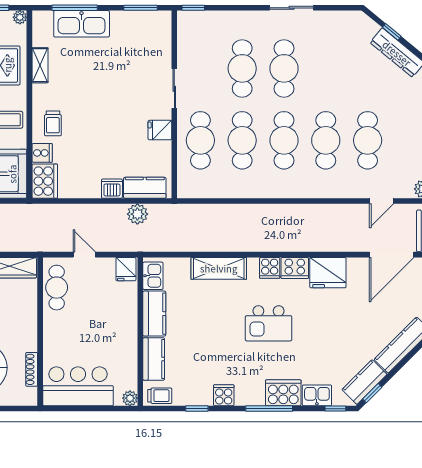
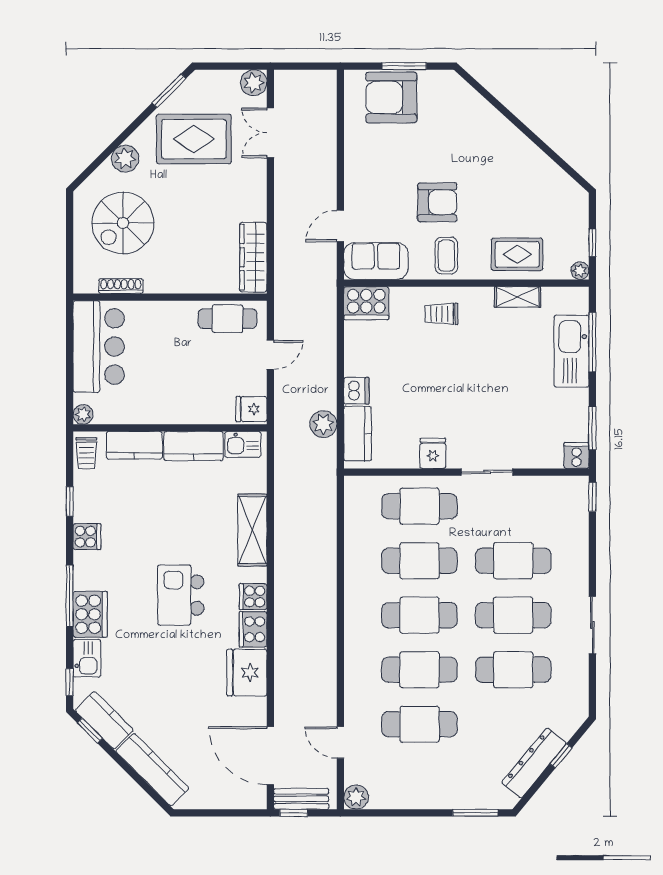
cafe table: (326, 68) -> (513, 670), added
cooker: (42, 153) -> (576, 456), moved, turned 180

